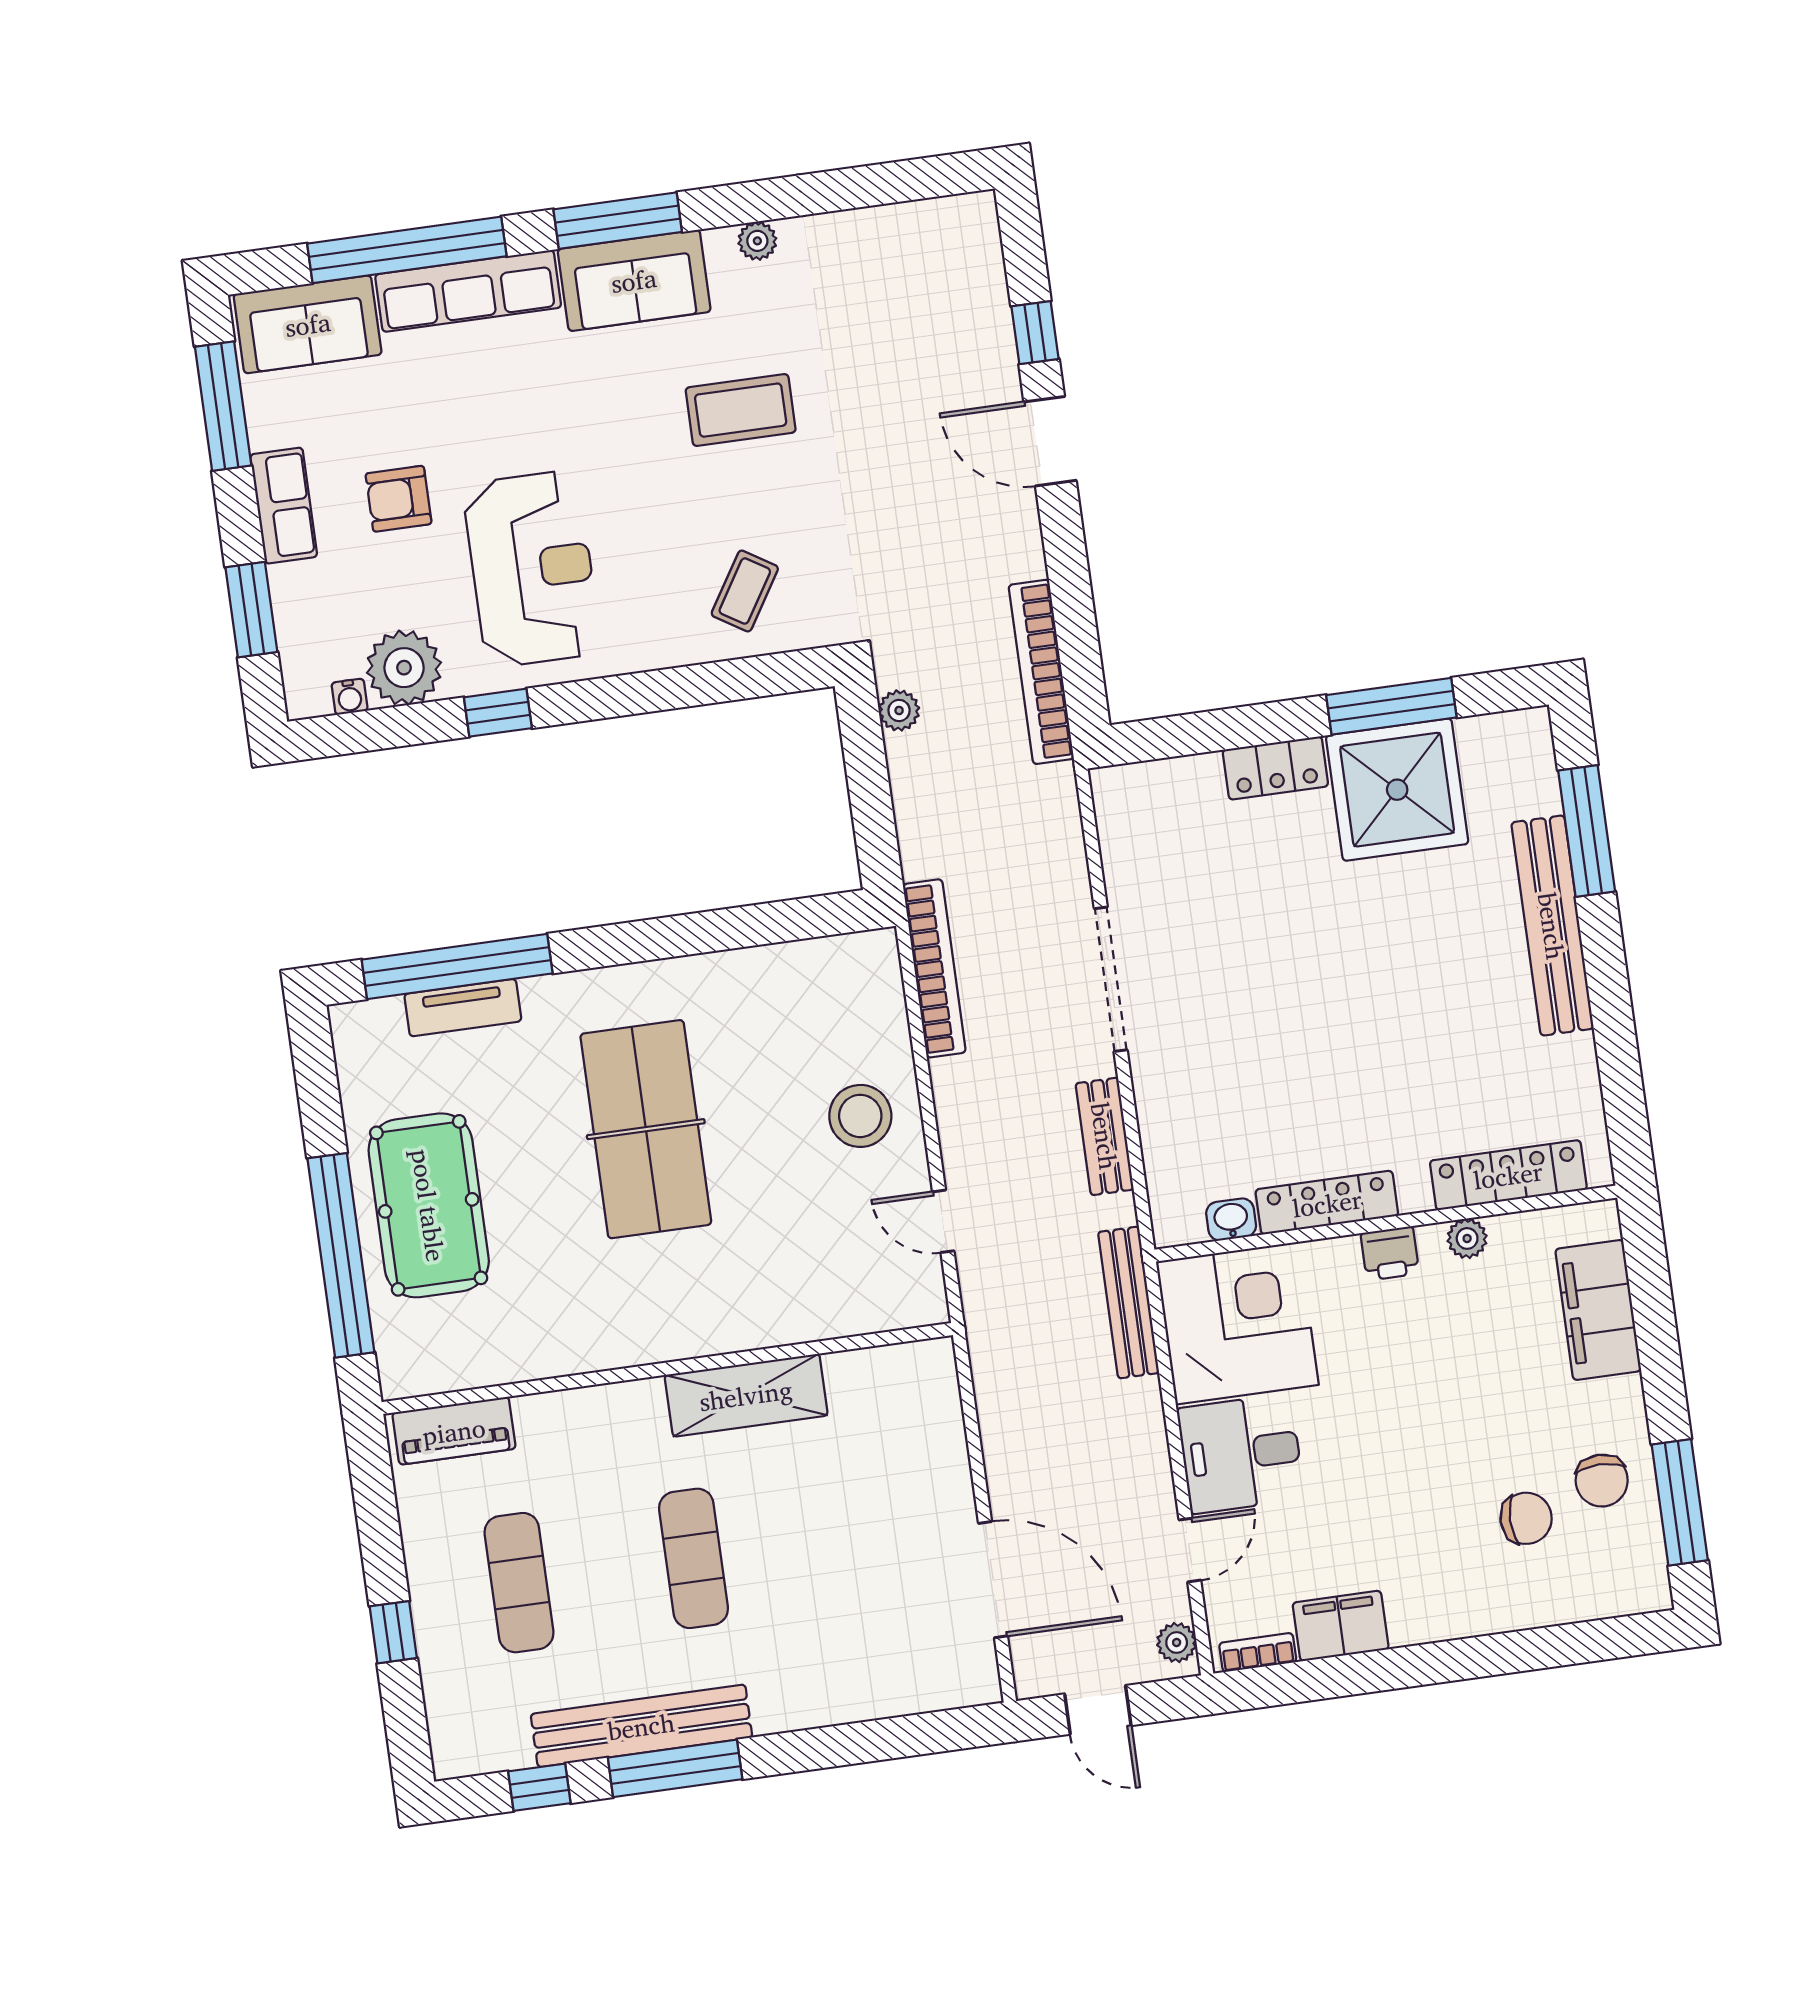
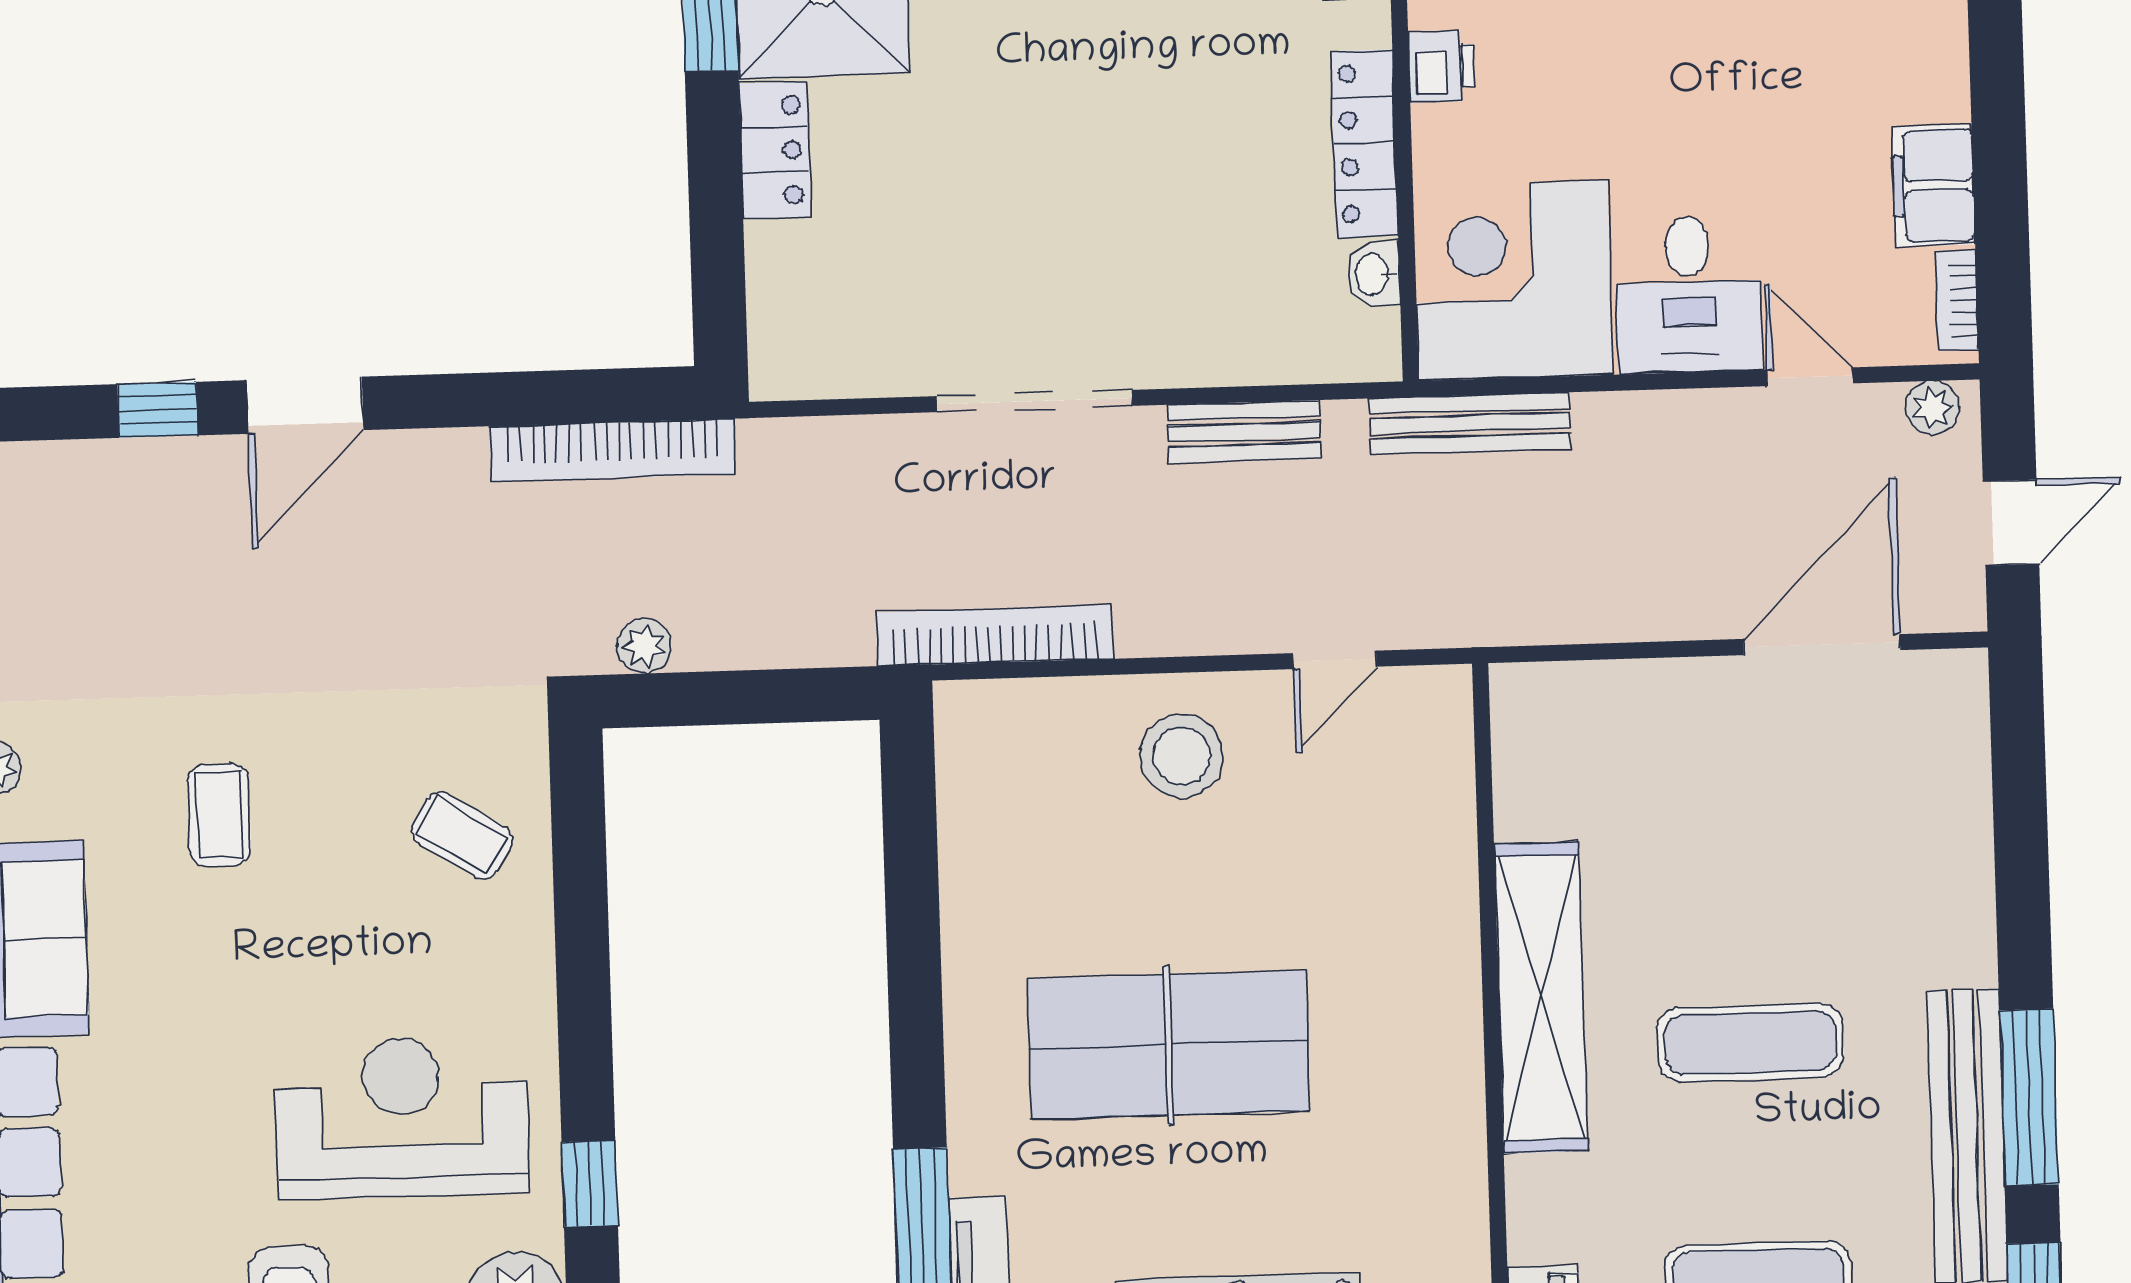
coffee table: (741, 410) -> (219, 815), width x0.73, depth x0.77
shelving: (746, 1395) -> (1541, 998), width x1.47

